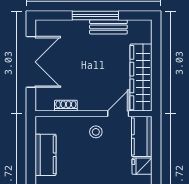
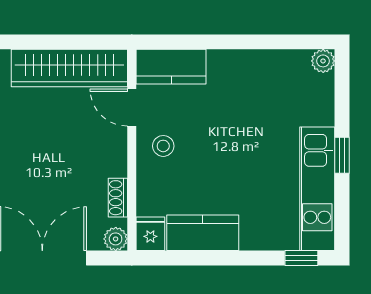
plant: (42, 104) -> (116, 239), added
fridge: (142, 166) -> (150, 234), moved, turned 180

